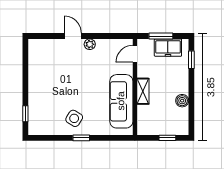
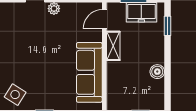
shelving: (143, 91) -> (113, 46), moved
side table: (74, 118) -> (15, 95), moved

